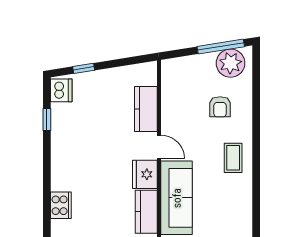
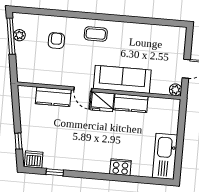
plant: (231, 63) -> (19, 35), width x0.53, depth x0.53
armchair: (220, 107) -> (56, 41), turned -90
door: (159, 147) -> (83, 89), swing flipped

